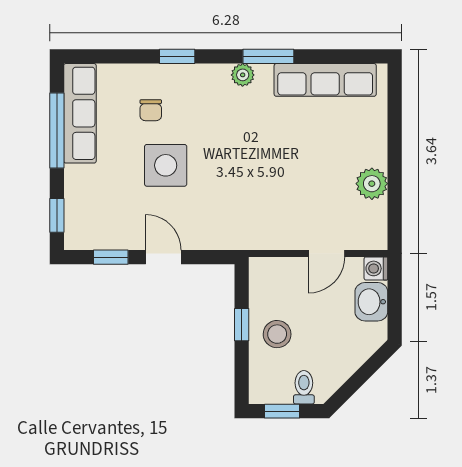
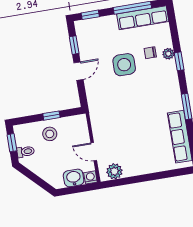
plant: (243, 75) -> (168, 54), moved
plant: (372, 184) -> (114, 171), moved

